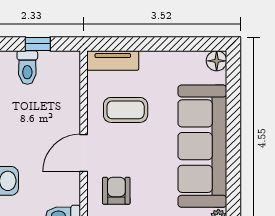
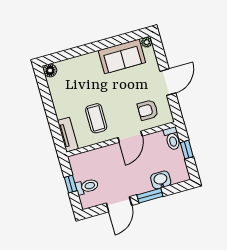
sofa: (202, 146) -> (122, 56), width x0.54, depth x0.79
door: (84, 153) -> (130, 137), hinge flipped

